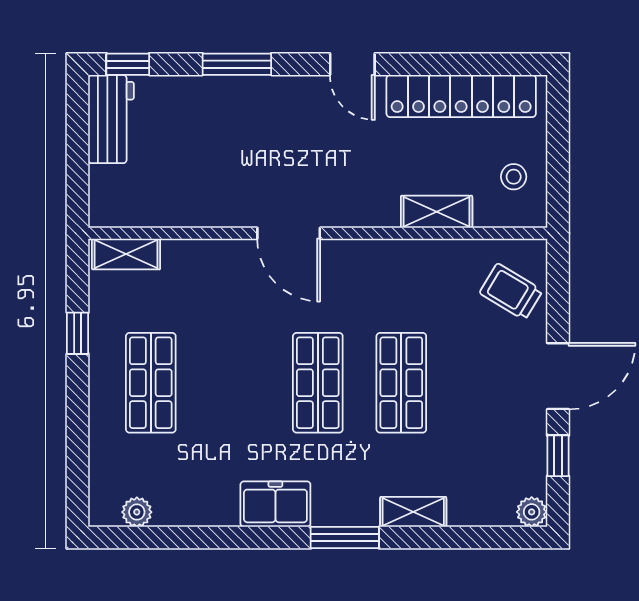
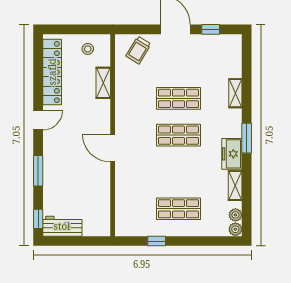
door: (289, 233) -> (113, 148), swing flipped
shelving: (126, 254) -> (235, 186), moved
plant: (532, 512) -> (235, 229), moved
window: (345, 538) -> (247, 138), moved

